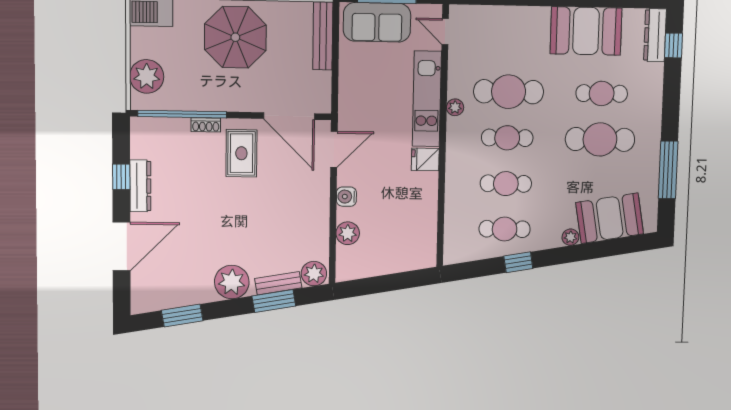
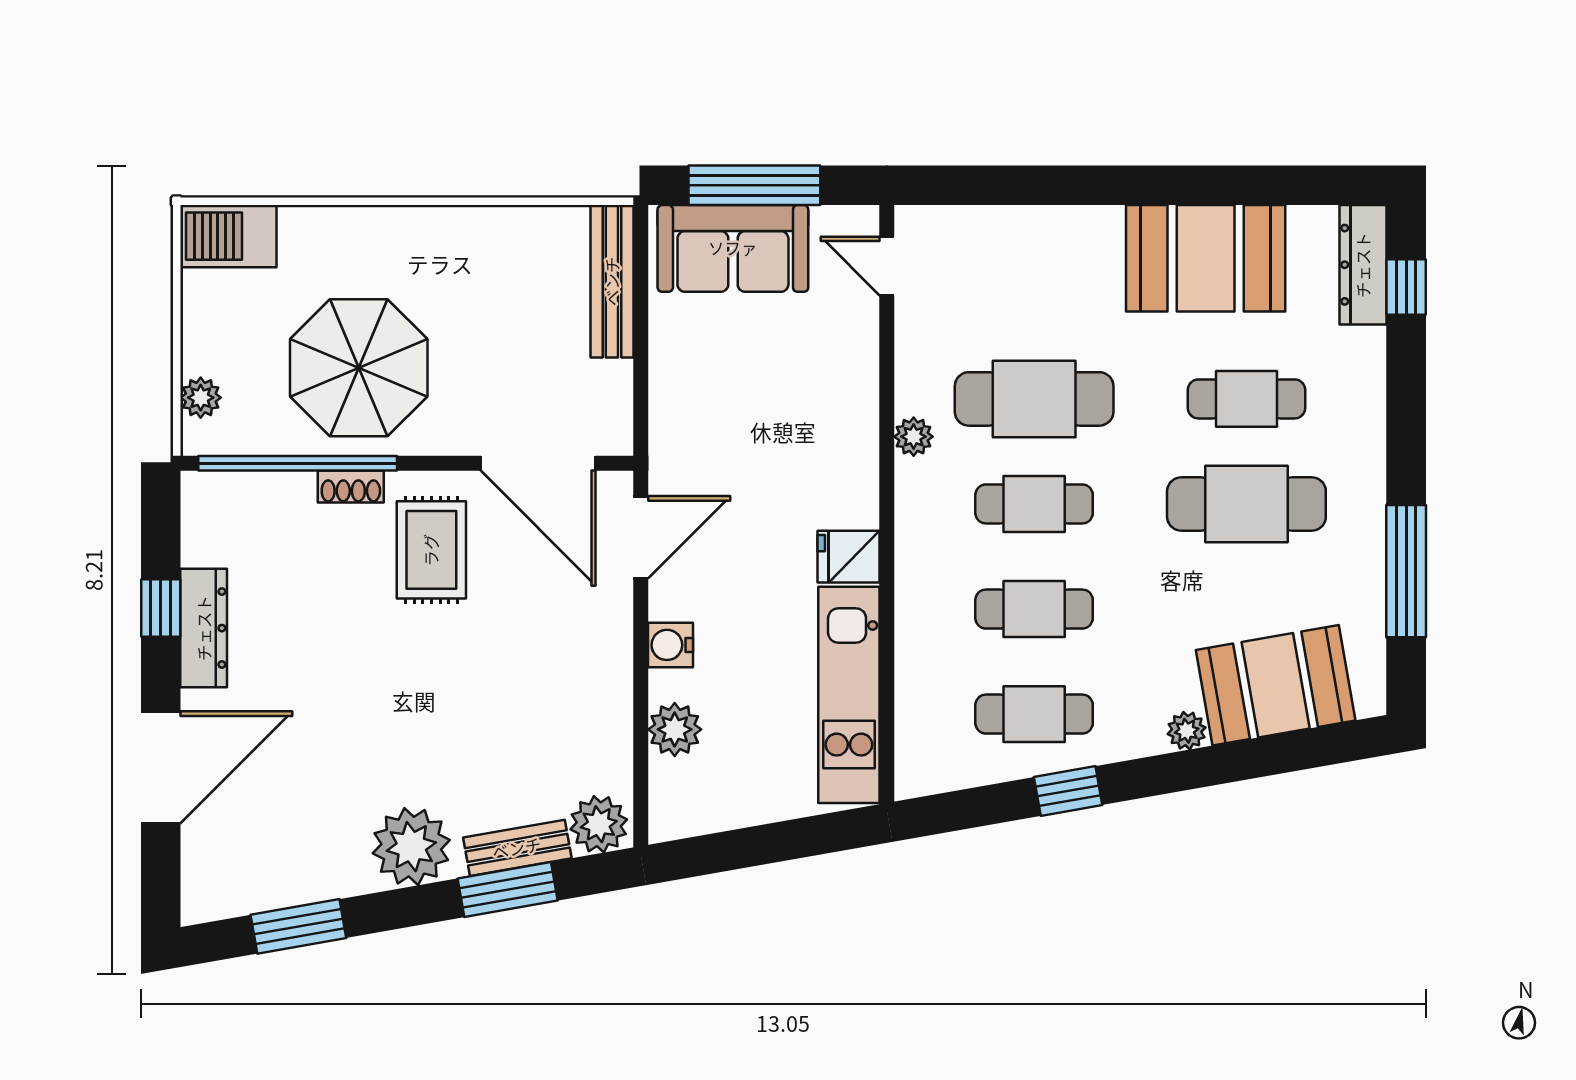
parasol: (235, 37) -> (359, 368), moved
plant: (147, 76) -> (201, 398), width x0.53, depth x0.53
kitchen unit: (427, 99) -> (849, 695), moved

